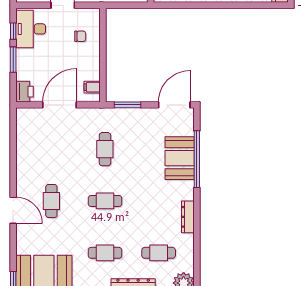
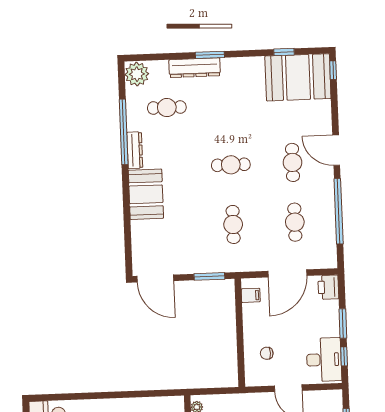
door: (174, 105) -> (155, 278), hinge flipped
window: (13, 157) -> (339, 211), added
booth: (180, 158) -> (146, 194), moved
window: (197, 159) -> (124, 132), moved
cafe table: (105, 253) -> (295, 222), moved, turned 90

